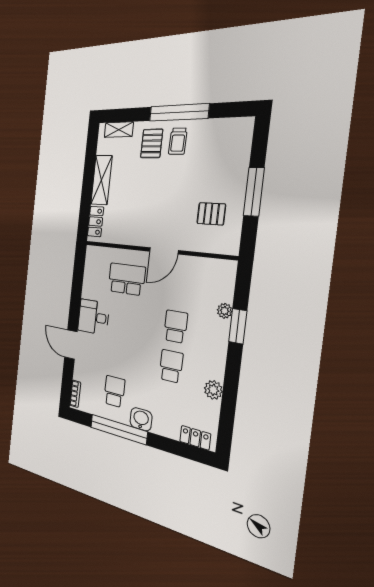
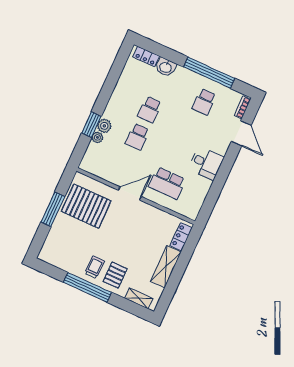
pallet: (211, 214) -> (86, 206), width x2.05, depth x2.00
door: (71, 345) -> (241, 133), moved
plant: (213, 390) -> (104, 126), moved
washbasin: (141, 419) -> (166, 67), moved

